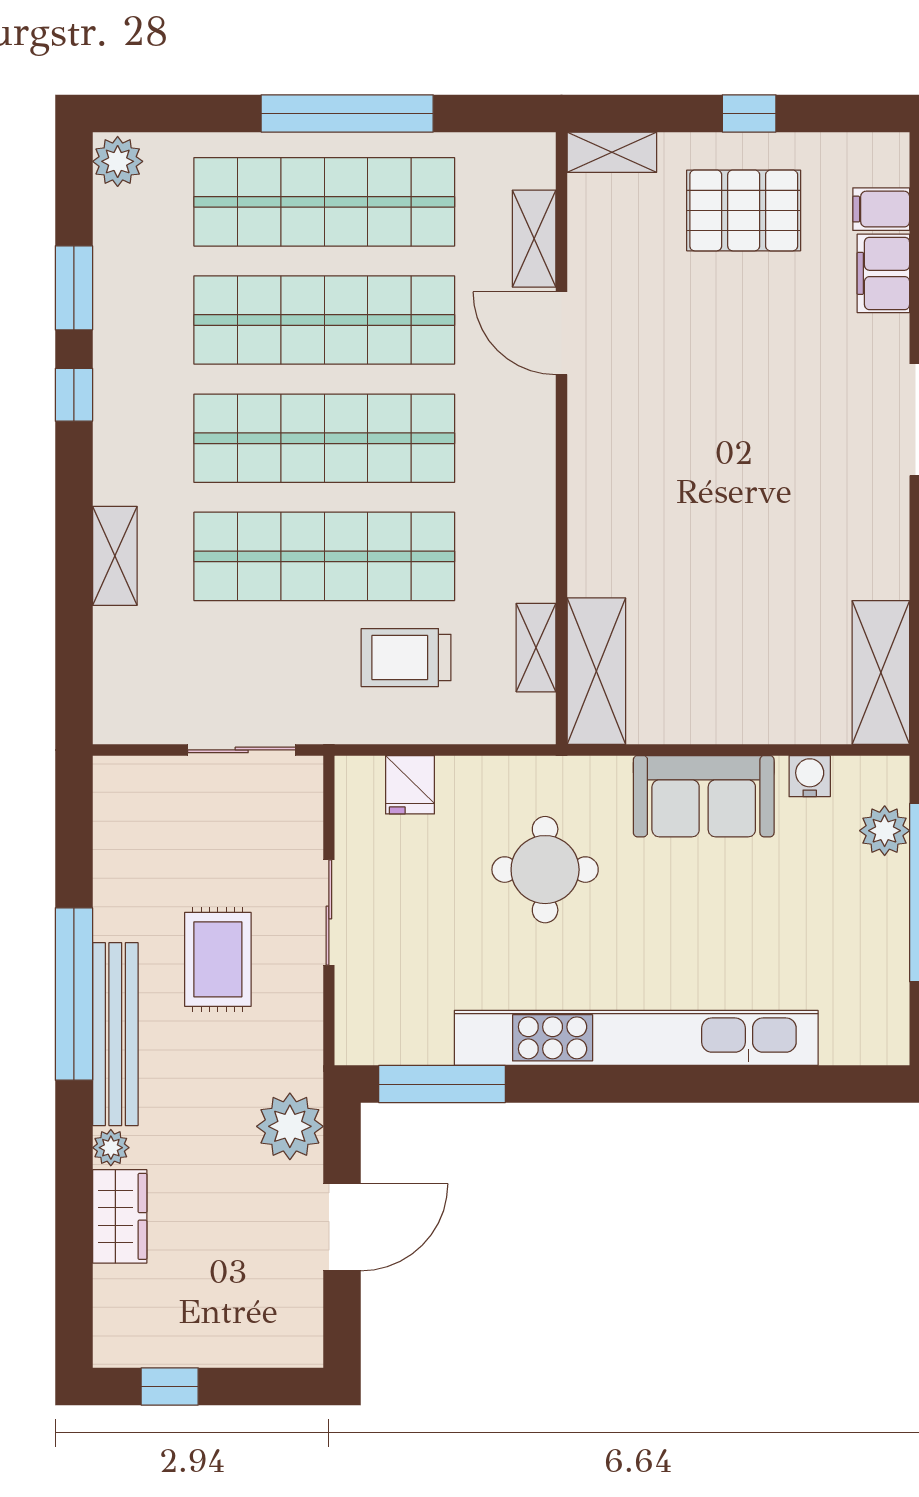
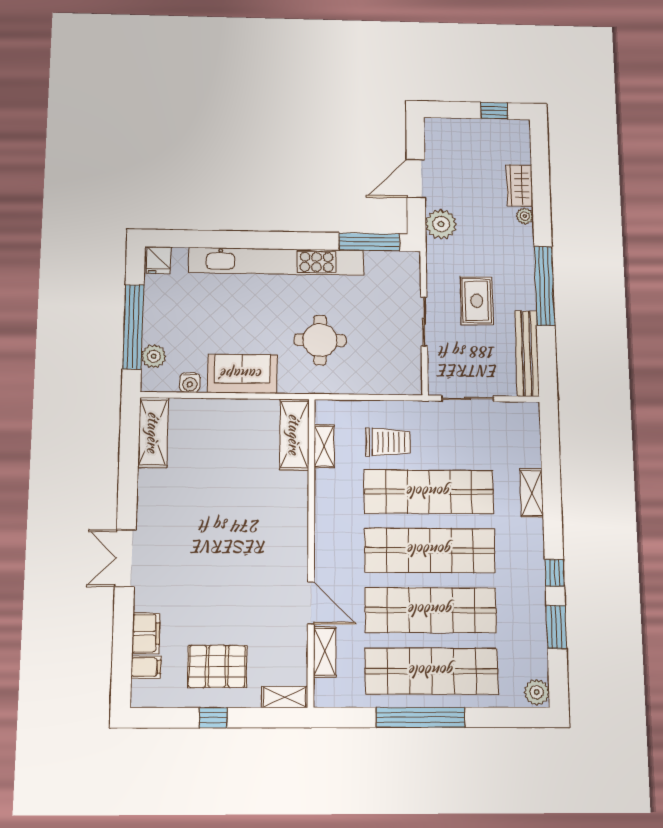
fridge: (410, 785) -> (158, 260), moved, turned 180
bench: (115, 1034) -> (527, 353), moved

